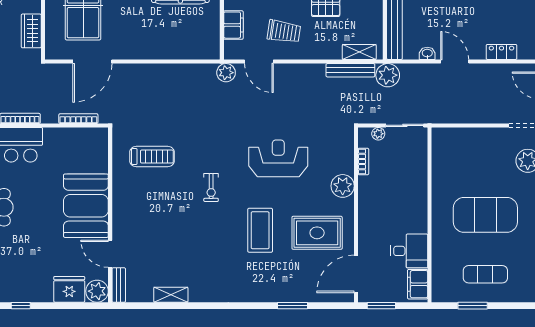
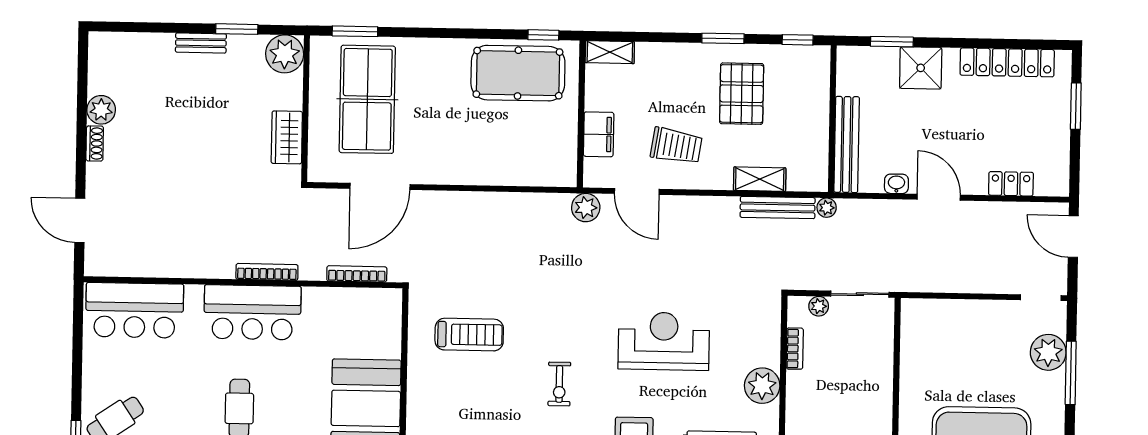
shelving: (359, 52) -> (760, 179), moved
plant: (388, 75) -> (827, 208), width x0.53, depth x0.53

